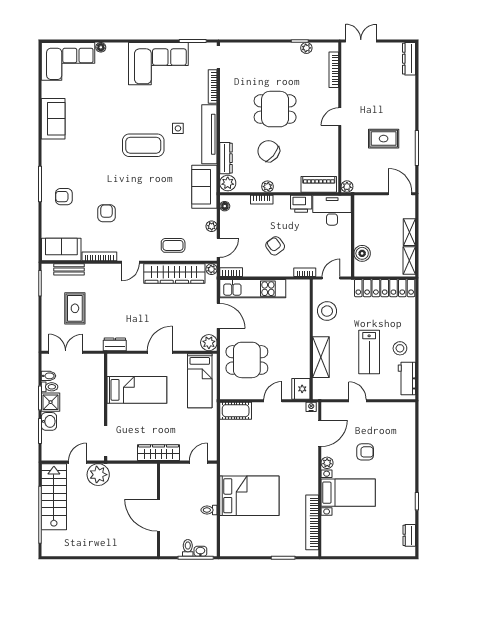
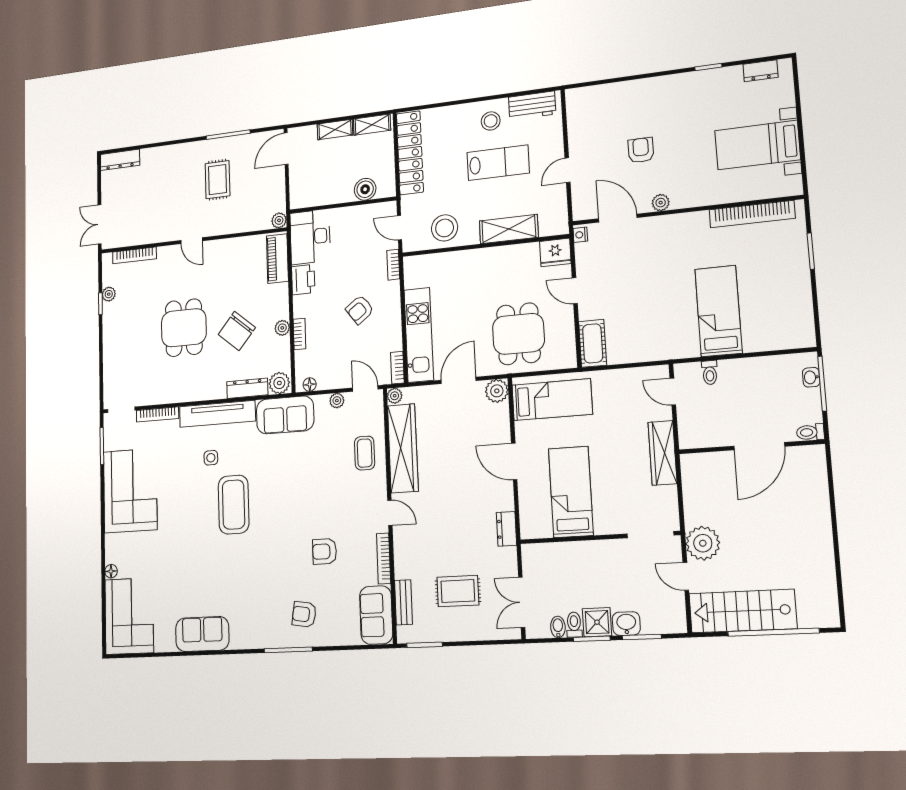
armchair: (64, 197) -> (304, 614), turned 99
bed with nightstands: (348, 493) -> (757, 145), moved, turned -90
bed: (249, 496) -> (718, 311), width x0.67
toilet: (209, 510) -> (710, 373), moved
toilet: (188, 548) -> (810, 432), moved

